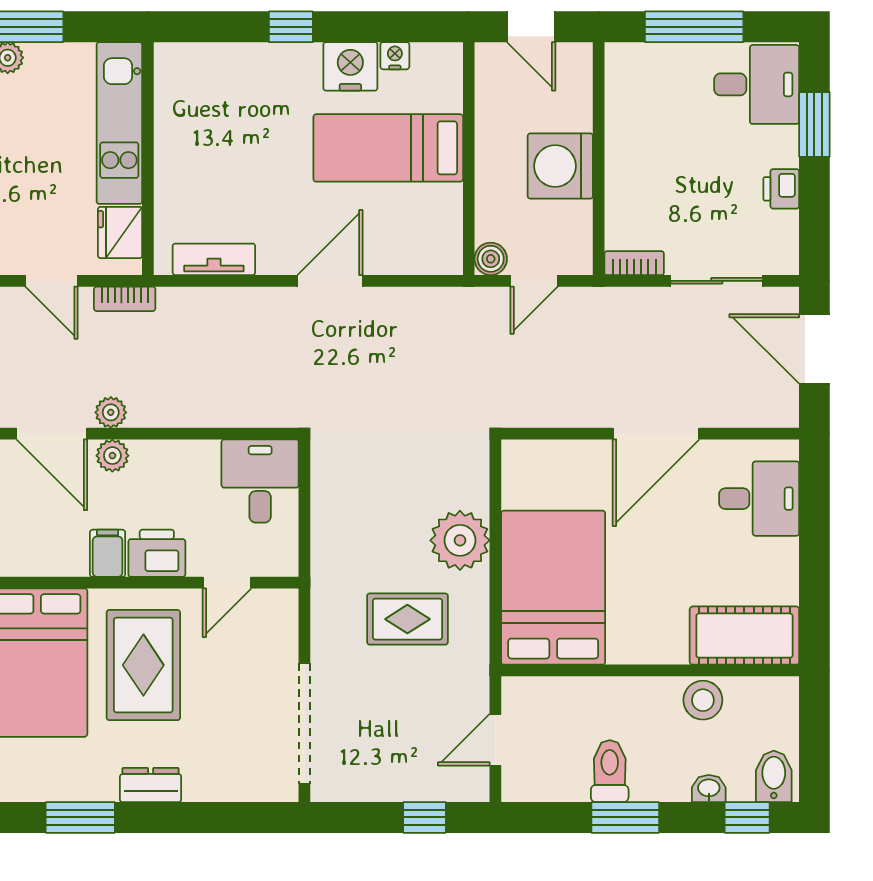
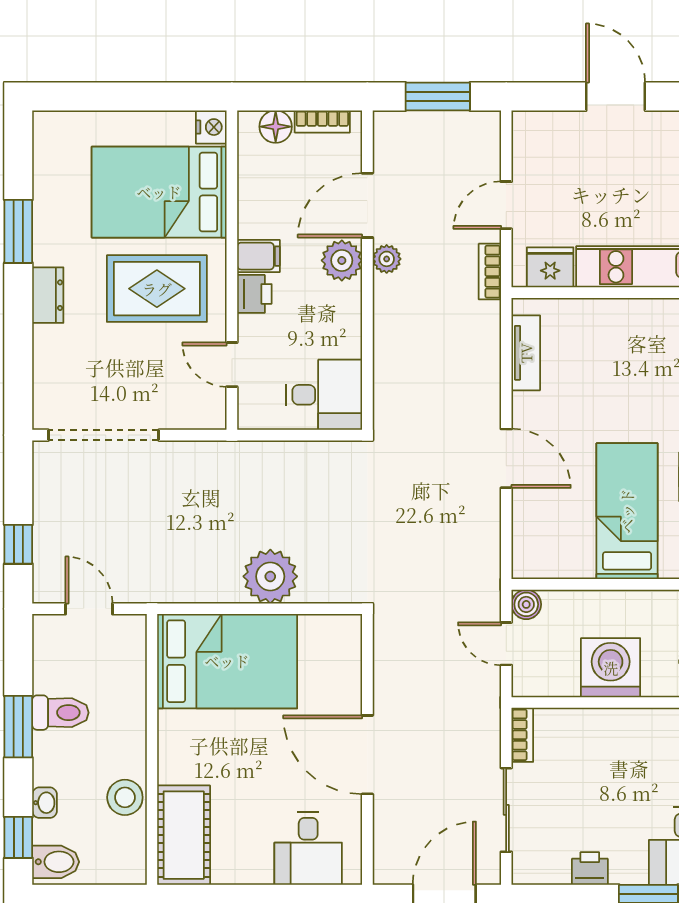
plant: (112, 456) -> (342, 260), width x1.38, depth x1.38
printer: (157, 553) -> (254, 294), width x0.73, depth x0.81
rug: (407, 619) -> (199, 529), removed

